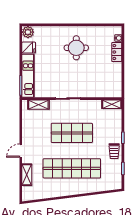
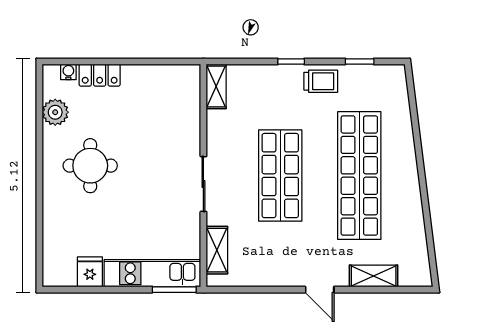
plant: (28, 32) -> (55, 112), moved

